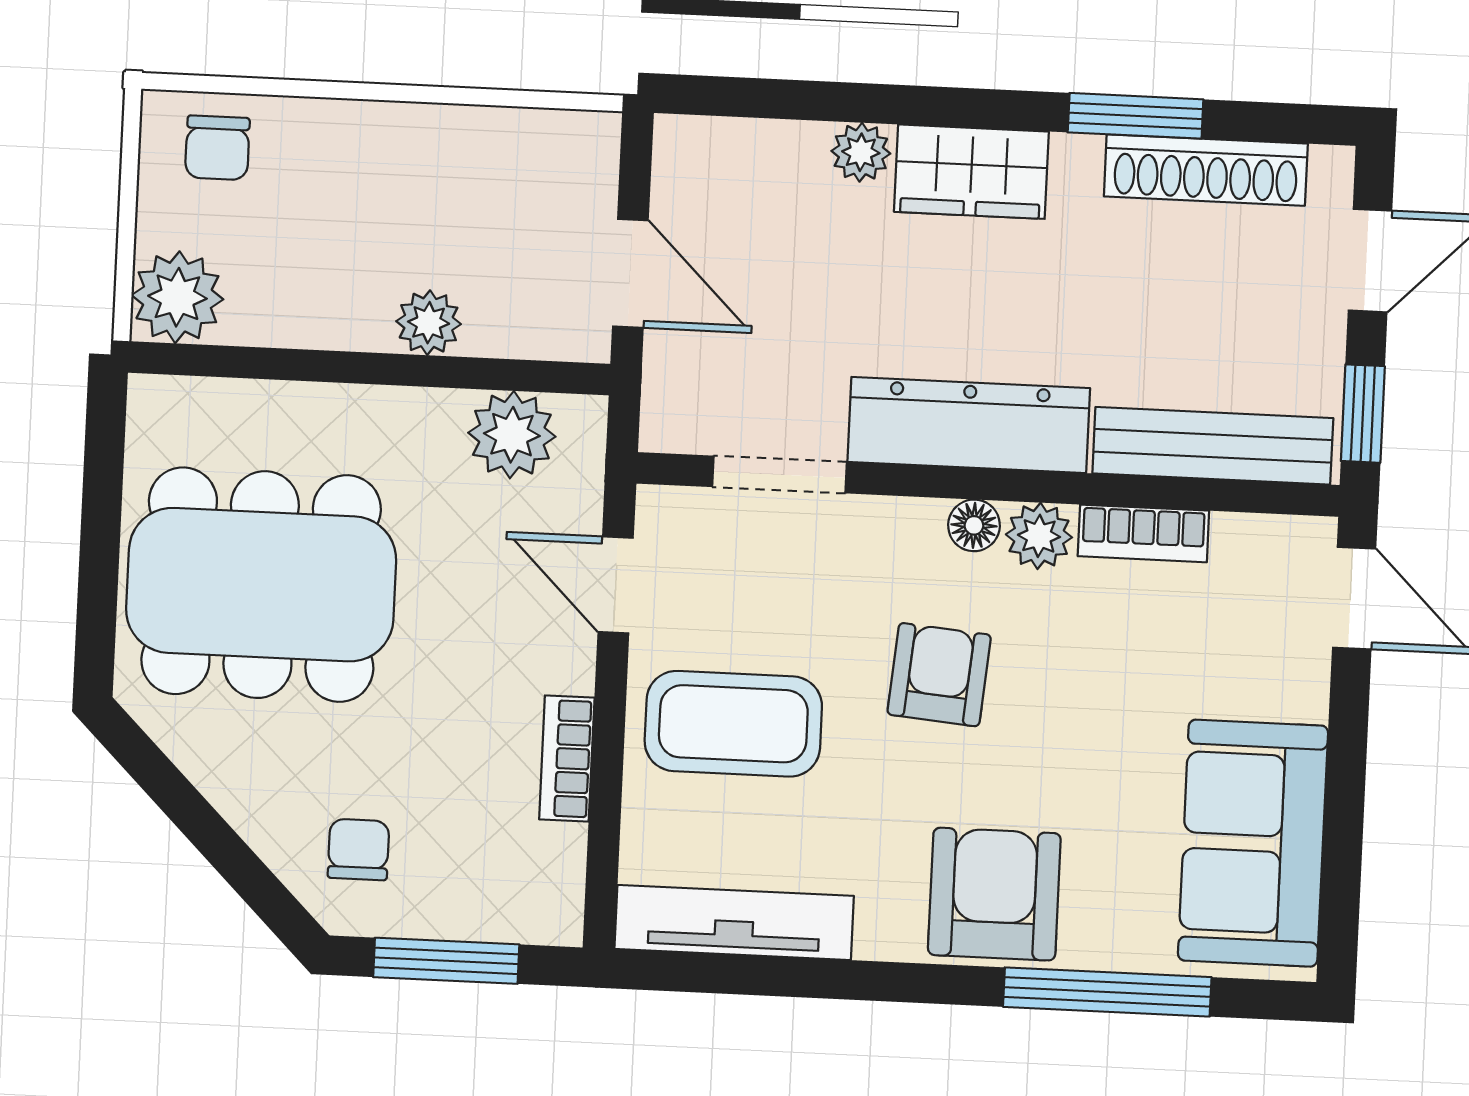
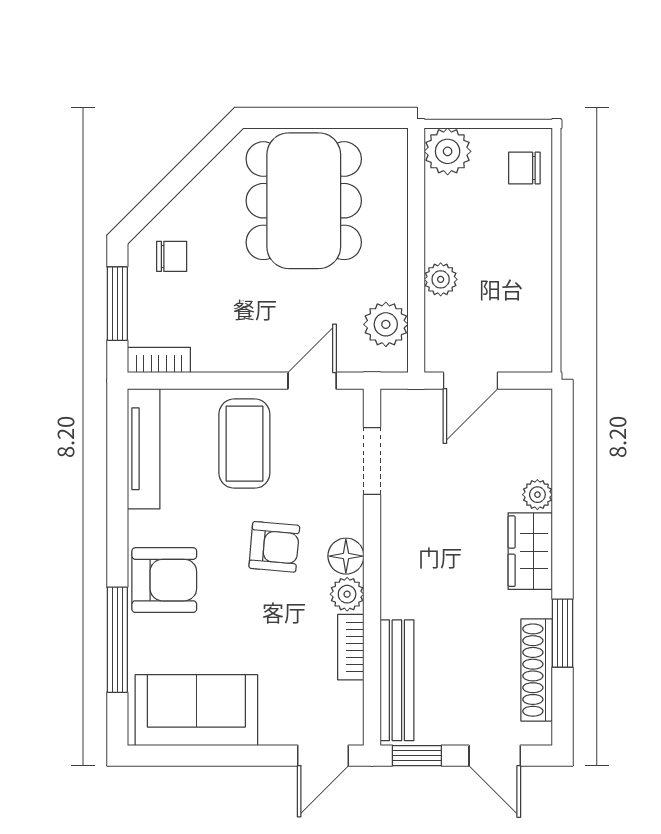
dresser: (969, 425) -> (402, 556), removed
floor lamp: (974, 525) -> (346, 556), width x1.37, depth x1.37
bookcase: (567, 758) -> (159, 360), moved

